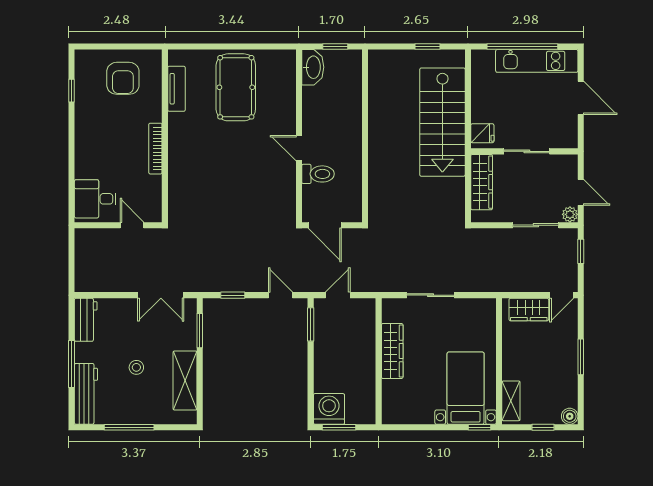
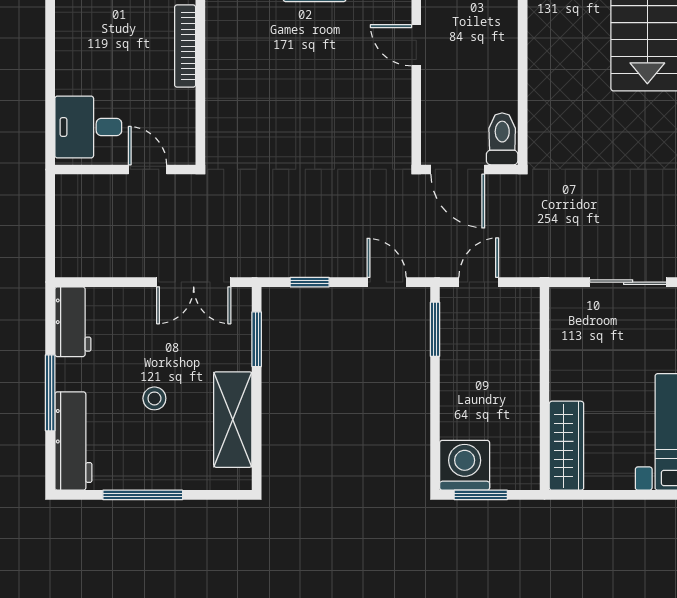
toilet: (318, 174) -> (502, 139), moved, turned -90
wardrobe: (392, 351) -> (566, 446), moved

